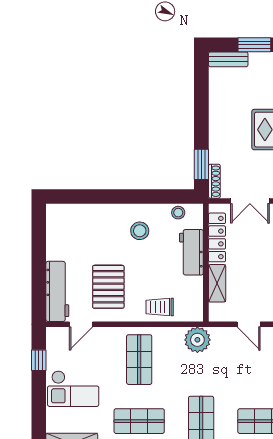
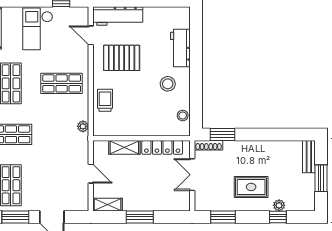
workbench: (191, 252) -> (180, 48), moved, turned -90
door: (249, 324) -> (91, 174), swing flipped
plant: (197, 340) -> (83, 126), width x0.53, depth x0.53

